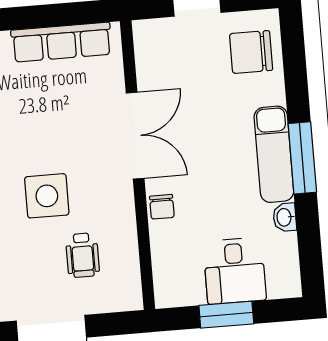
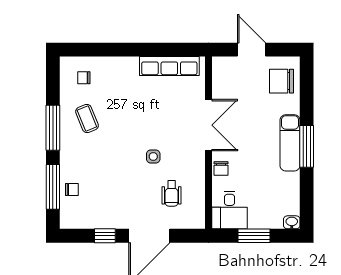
side table: (47, 196) -> (153, 156), width x0.54, depth x0.54
washbasin: (285, 217) -> (292, 222), moved, turned 90
desk: (235, 271) -> (229, 210), moved

